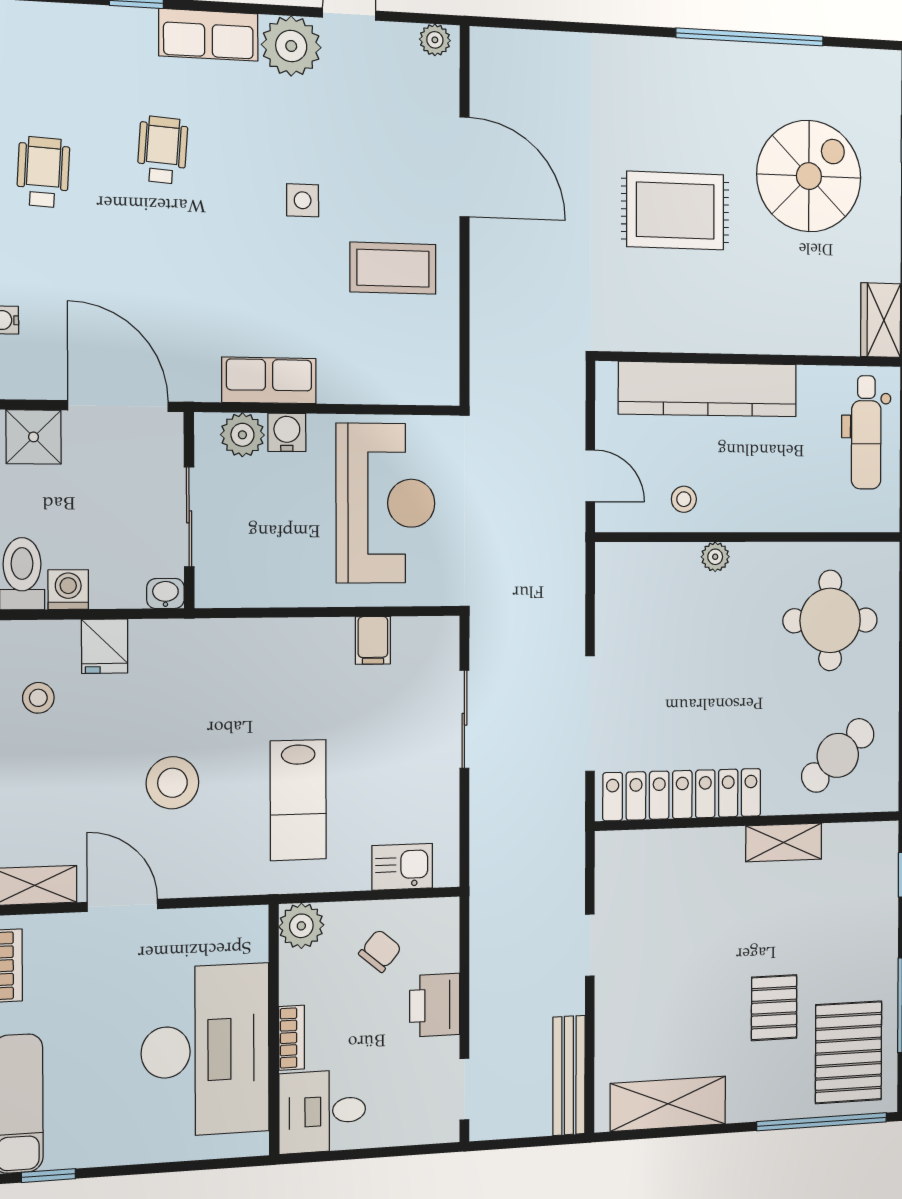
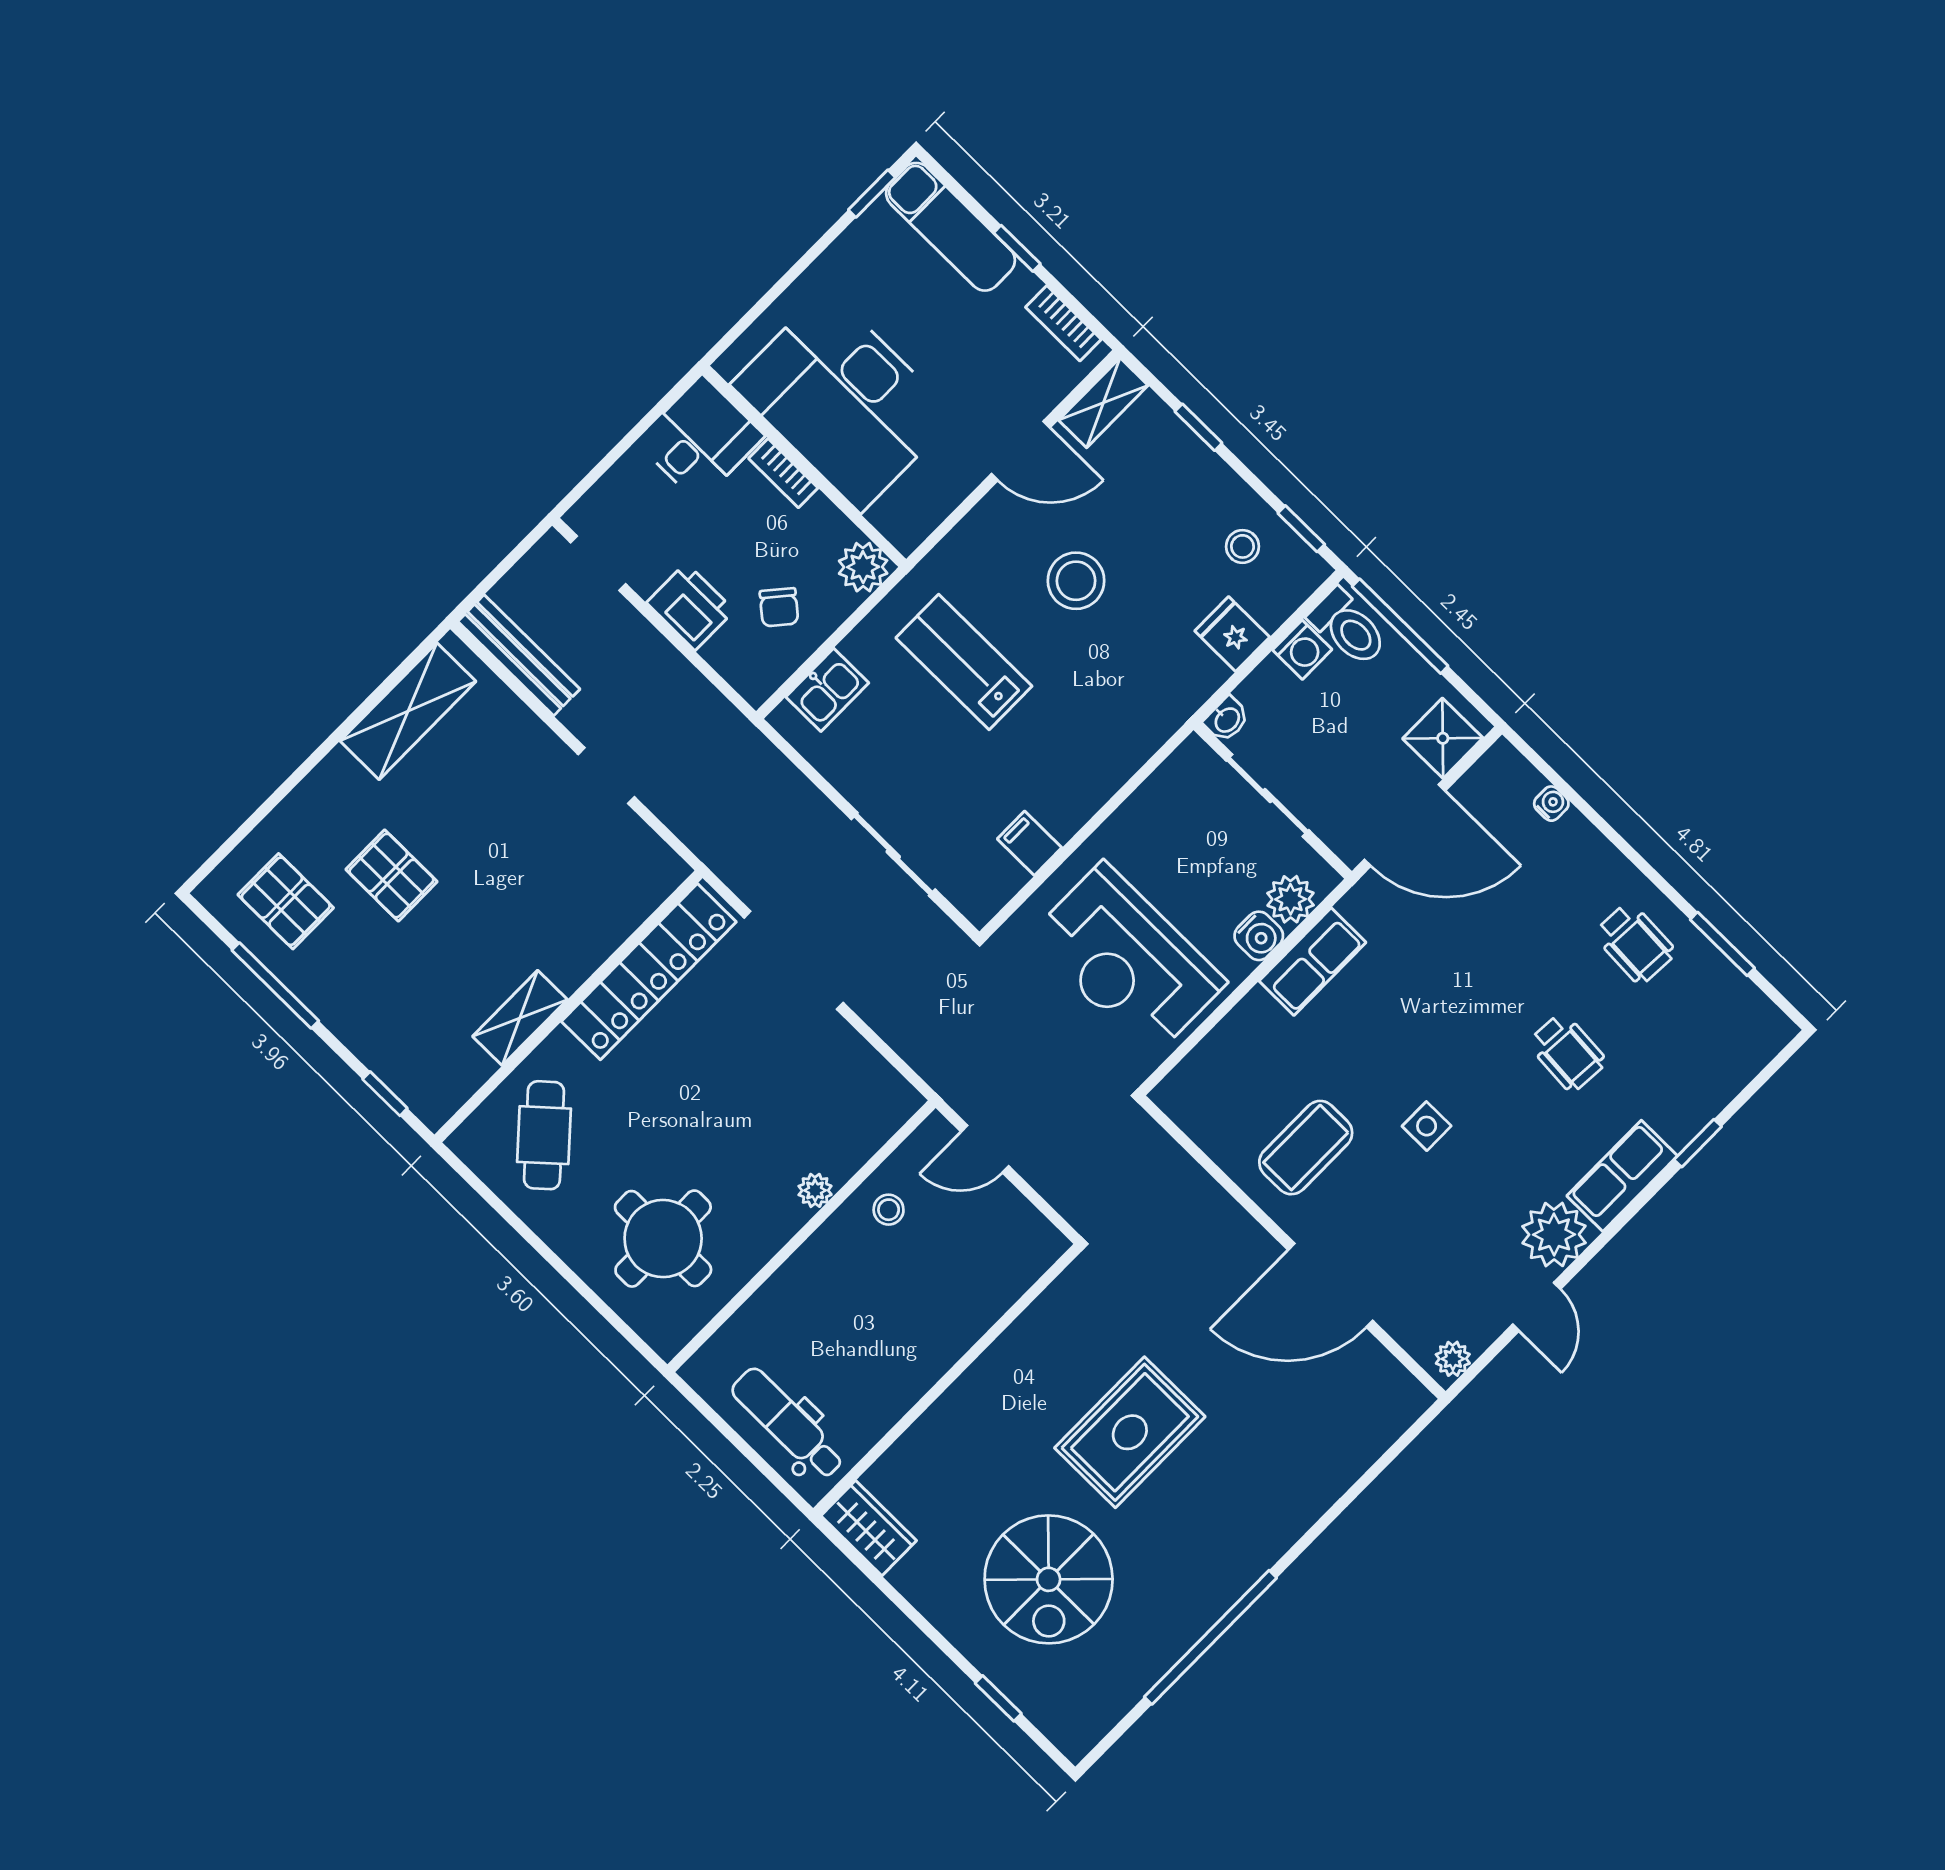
kitchen counter: (708, 389) -> (958, 1318), removed
pallet: (849, 1052) -> (286, 901), width x0.67, depth x0.71
window: (822, 1122) -> (252, 822), removed

